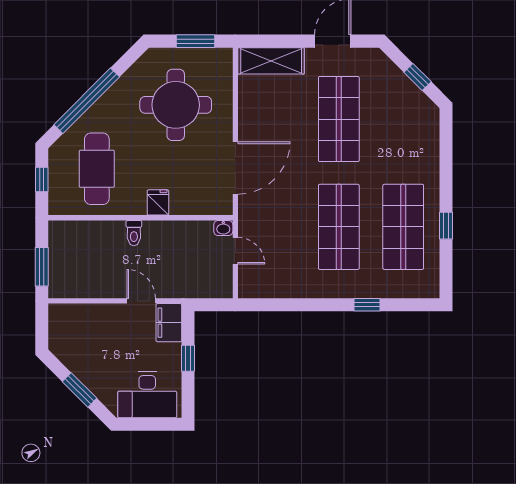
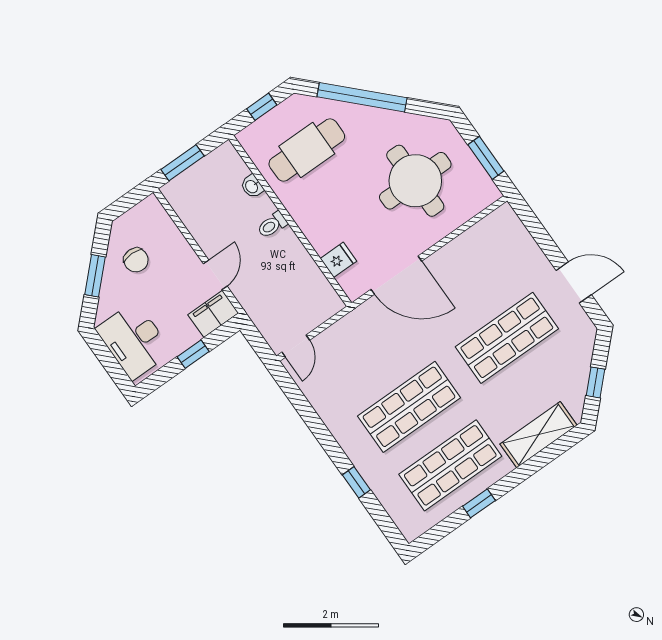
shelving: (271, 61) -> (538, 435), moved, turned 90
fridge: (158, 202) -> (338, 260), moved
washbasin: (223, 228) -> (252, 186), moved
door: (235, 251) -> (296, 346), moved
chair: (89, 352) -> (136, 260), added

